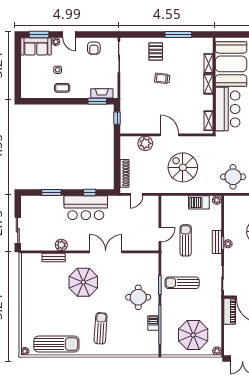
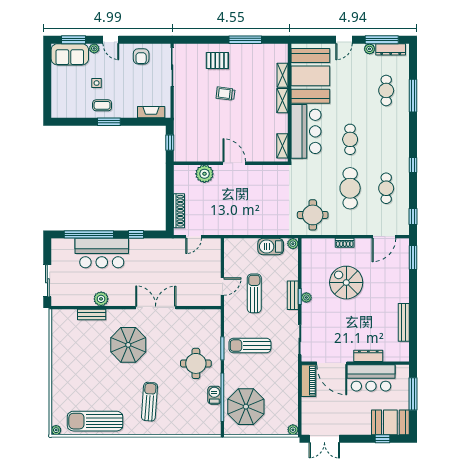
pallet: (156, 52) -> (217, 61), turned 90
window: (97, 101) -> (109, 122), moved
spiral stairs: (183, 167) -> (251, 203), removed
window: (51, 193) -> (89, 234), width x2.11
bar counter: (86, 208) -> (102, 253), moved
parasol: (193, 335) -> (246, 407), moved
sun lounger: (56, 344) -> (95, 421), turned 180

